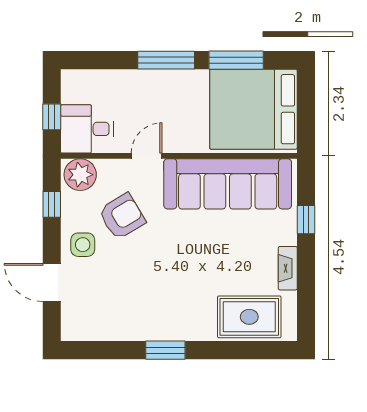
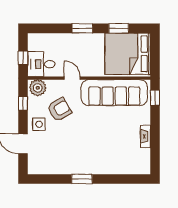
window: (166, 60) -> (82, 28), width x0.69
window: (236, 60) -> (119, 28), width x0.69
door: (147, 156) -> (72, 78), hinge flipped
window: (306, 220) -> (155, 98), moved
rug: (249, 317) -> (126, 162), removed

